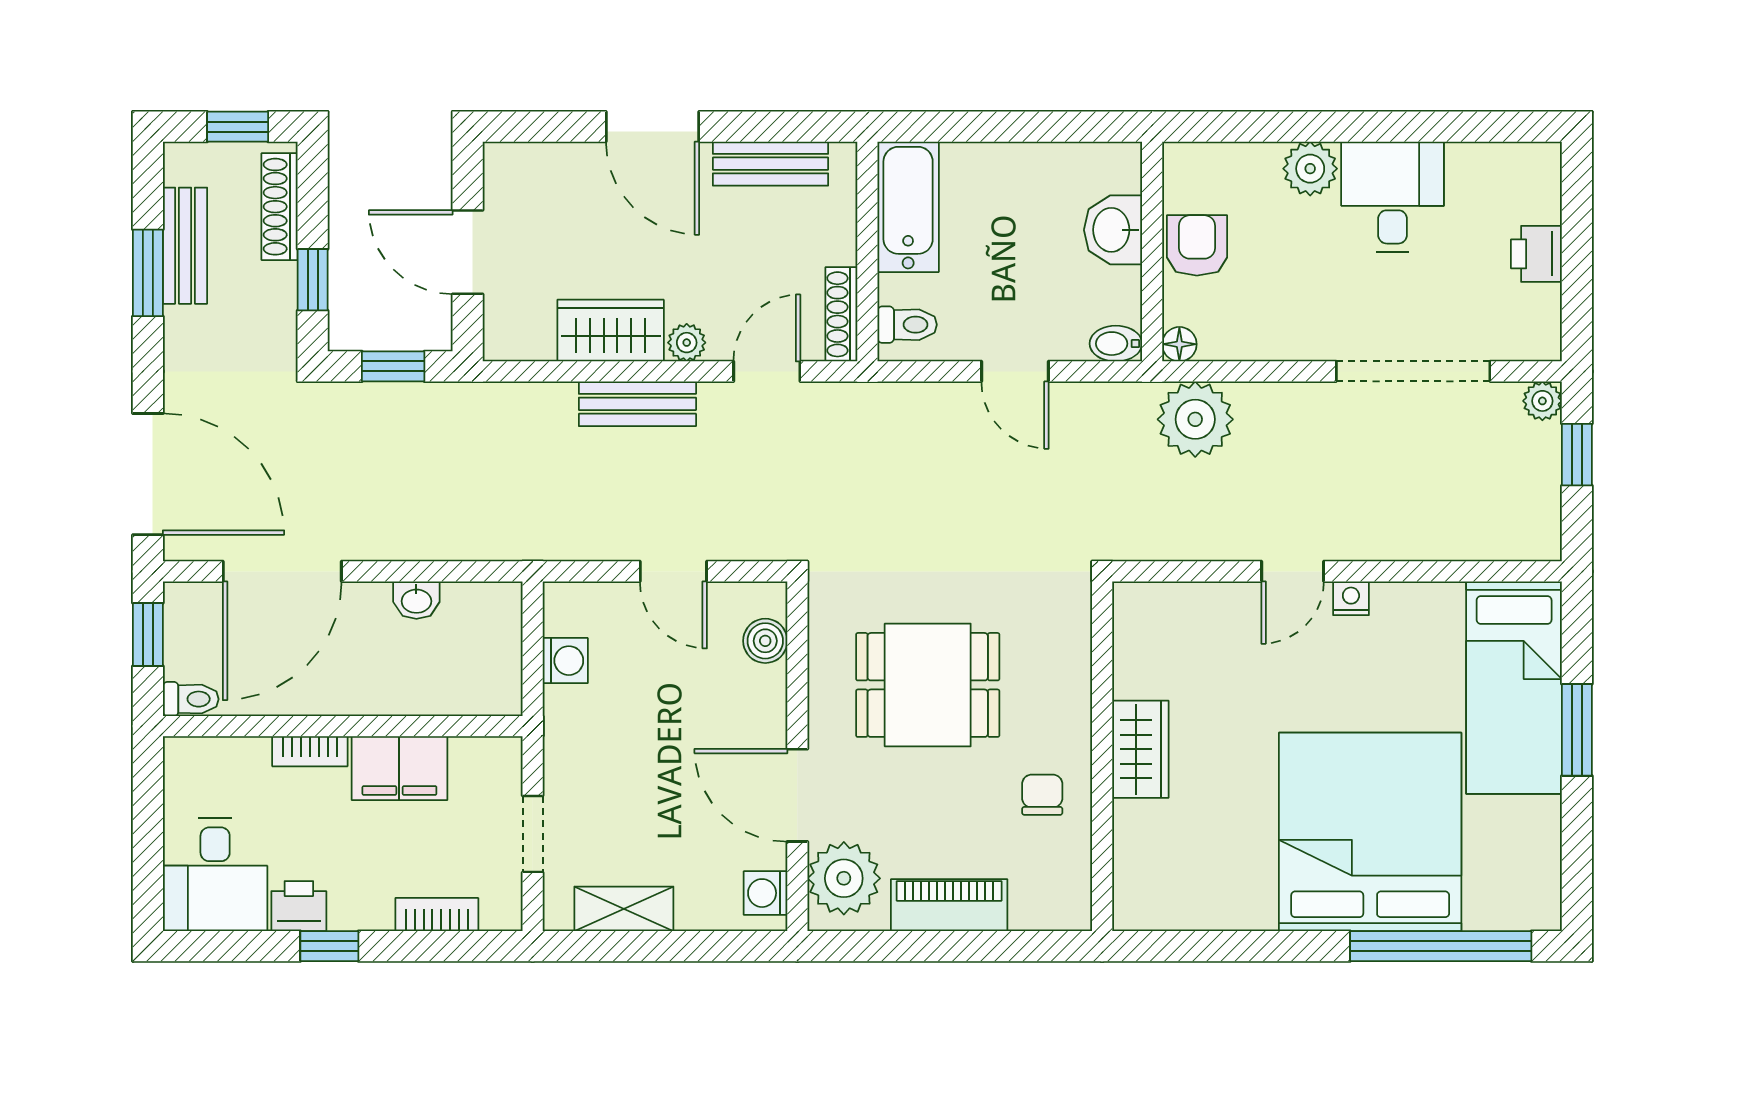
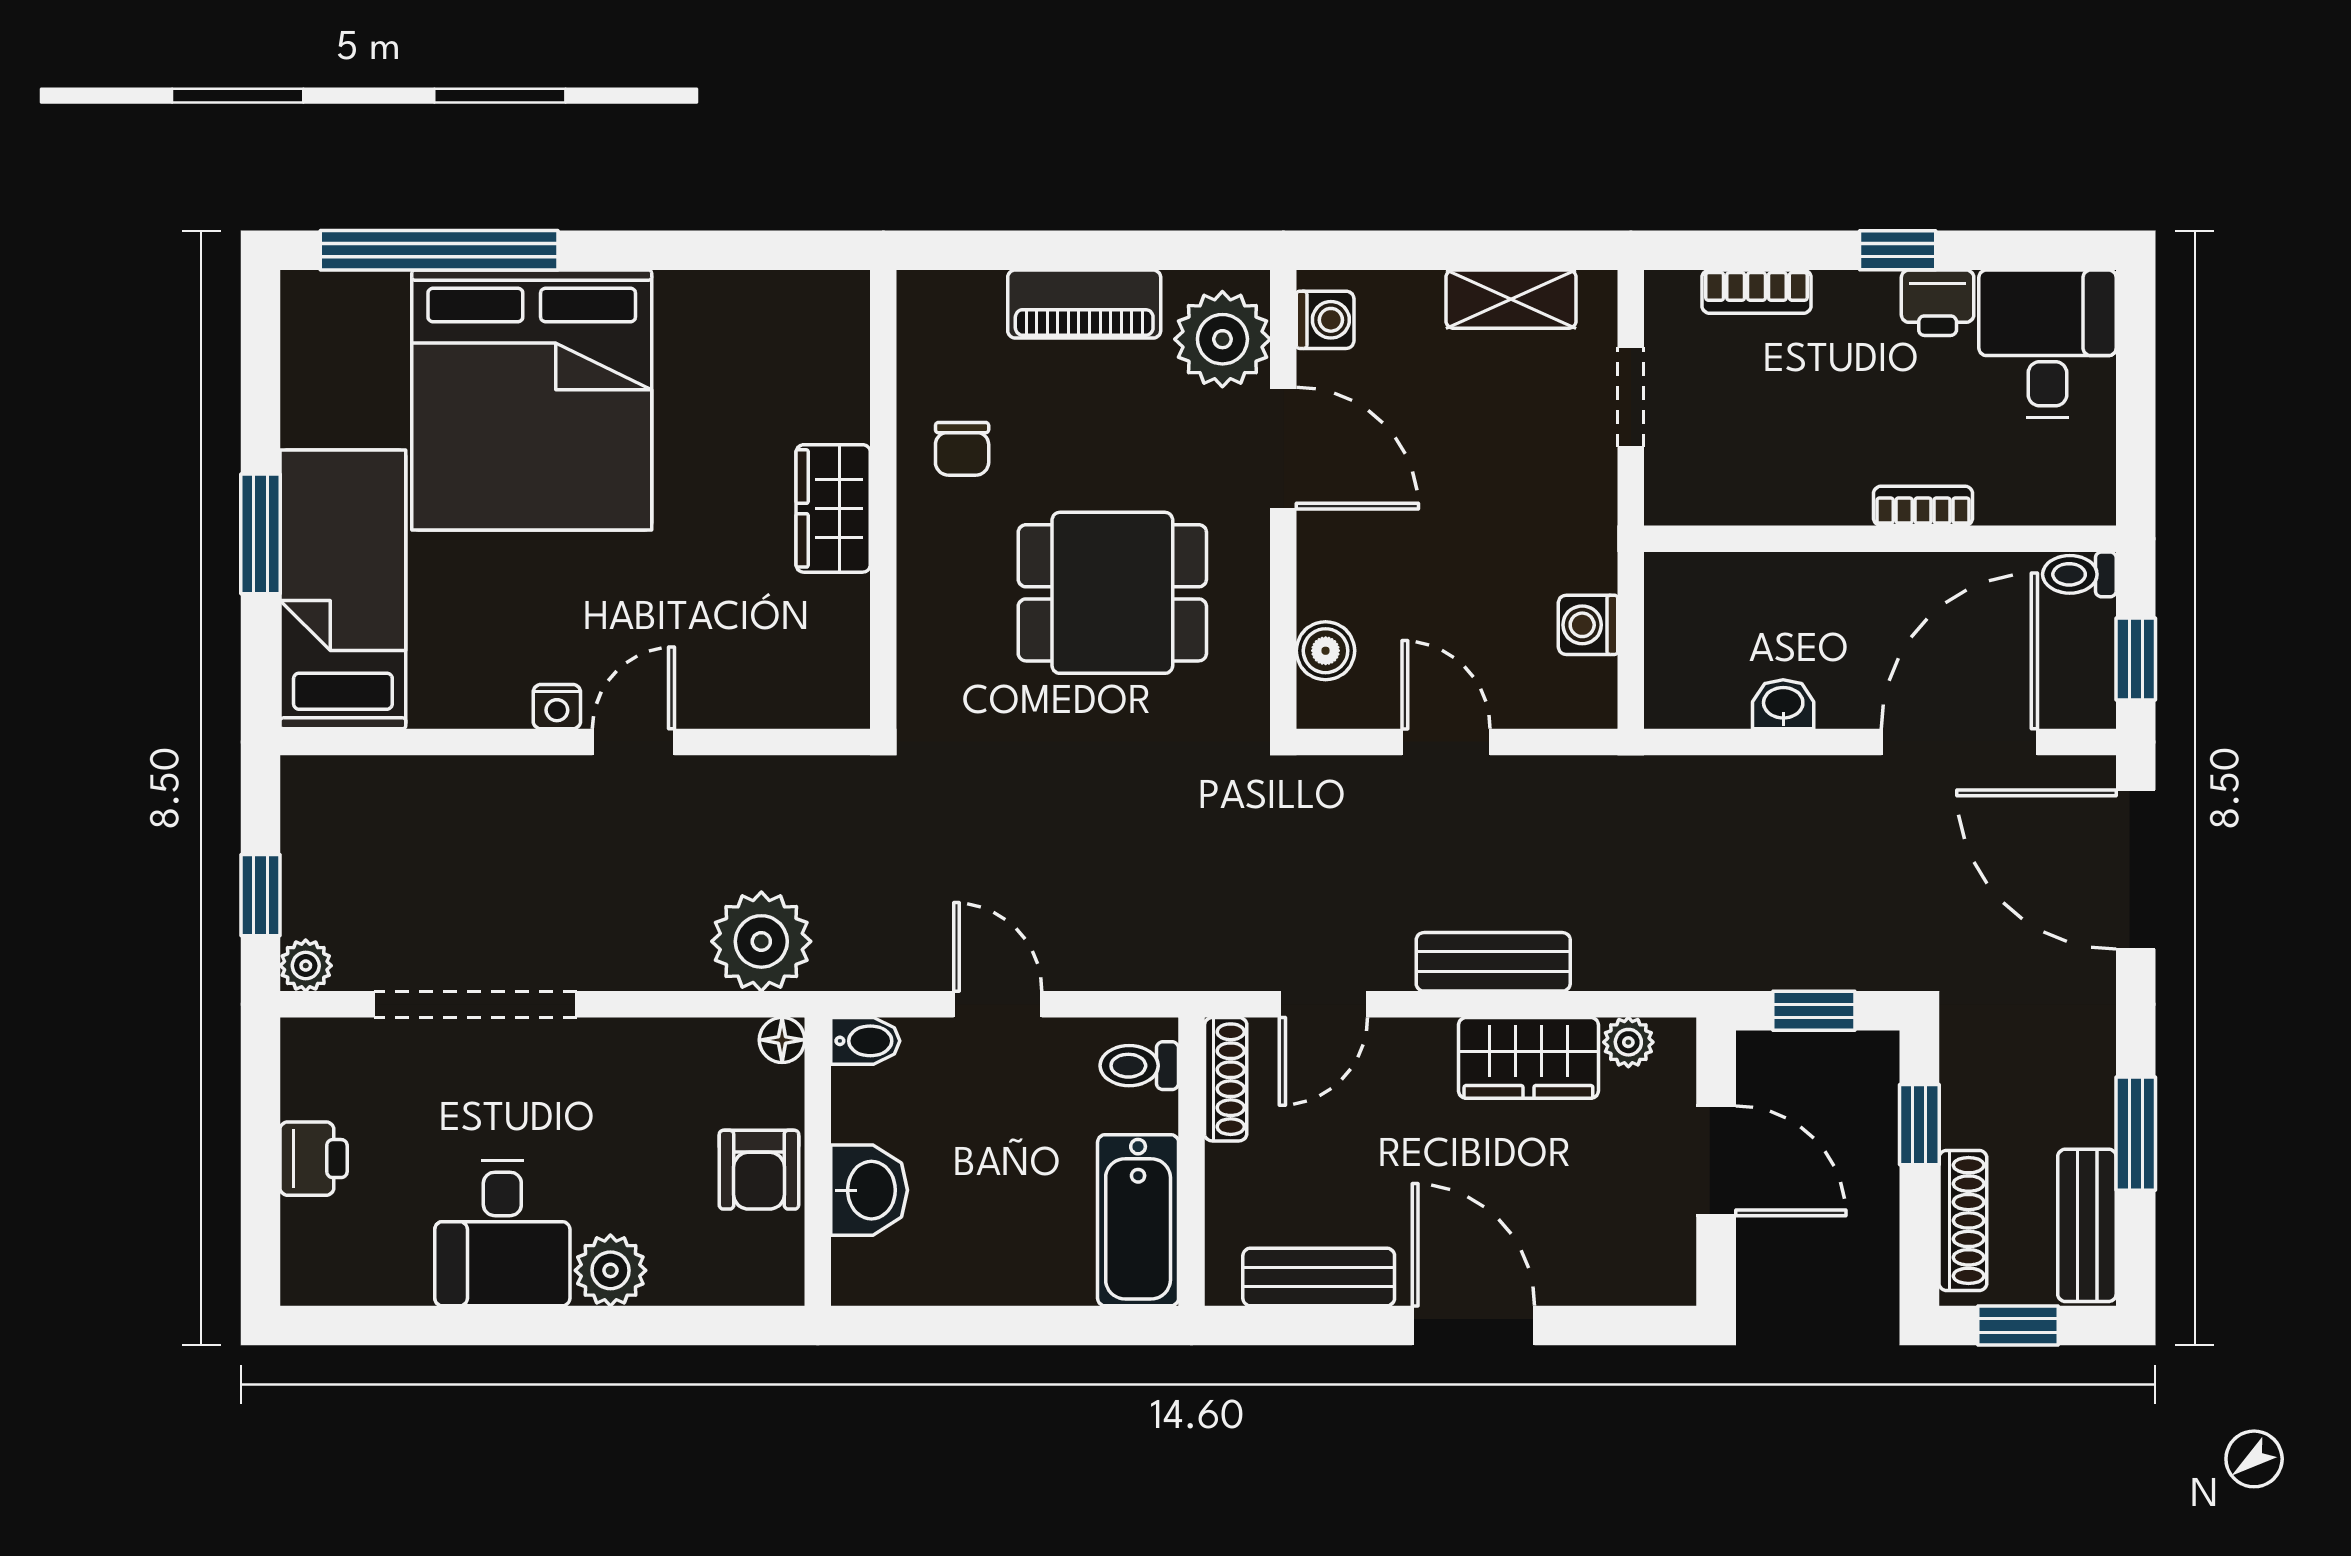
bench: (185, 246) -> (2087, 1225), moved
plant: (687, 343) -> (1628, 1042), moved
filing cabinet: (399, 768) -> (1805, 484), removed

